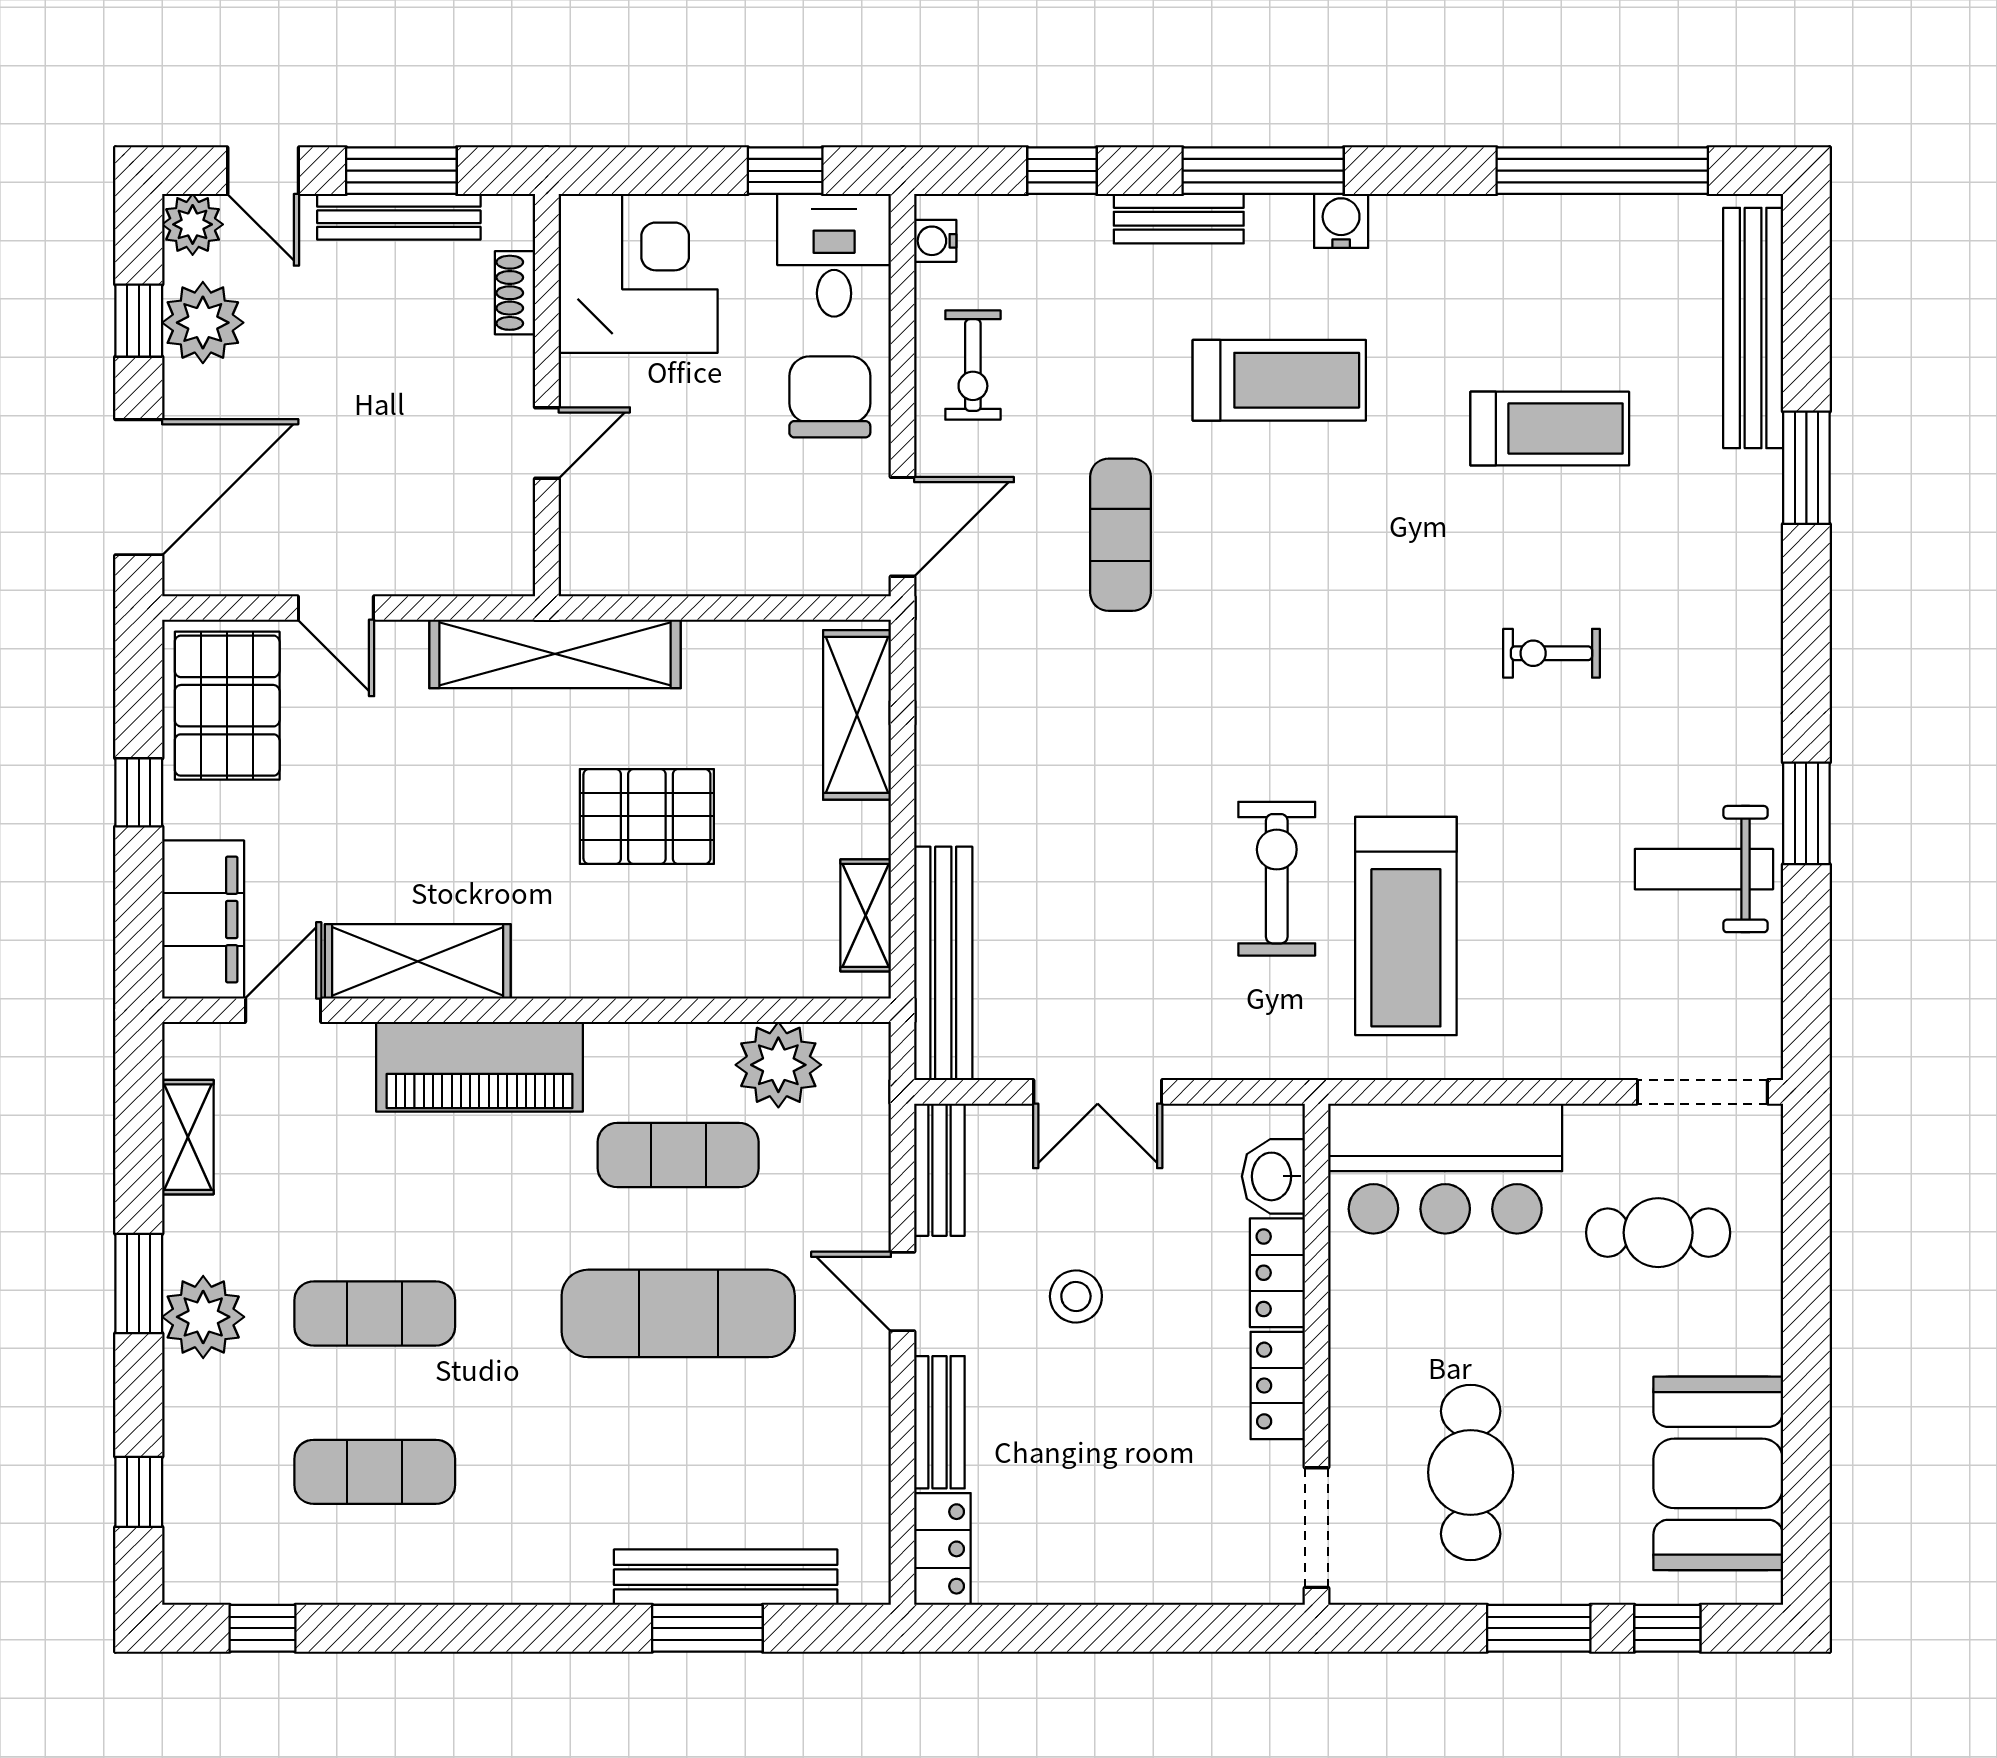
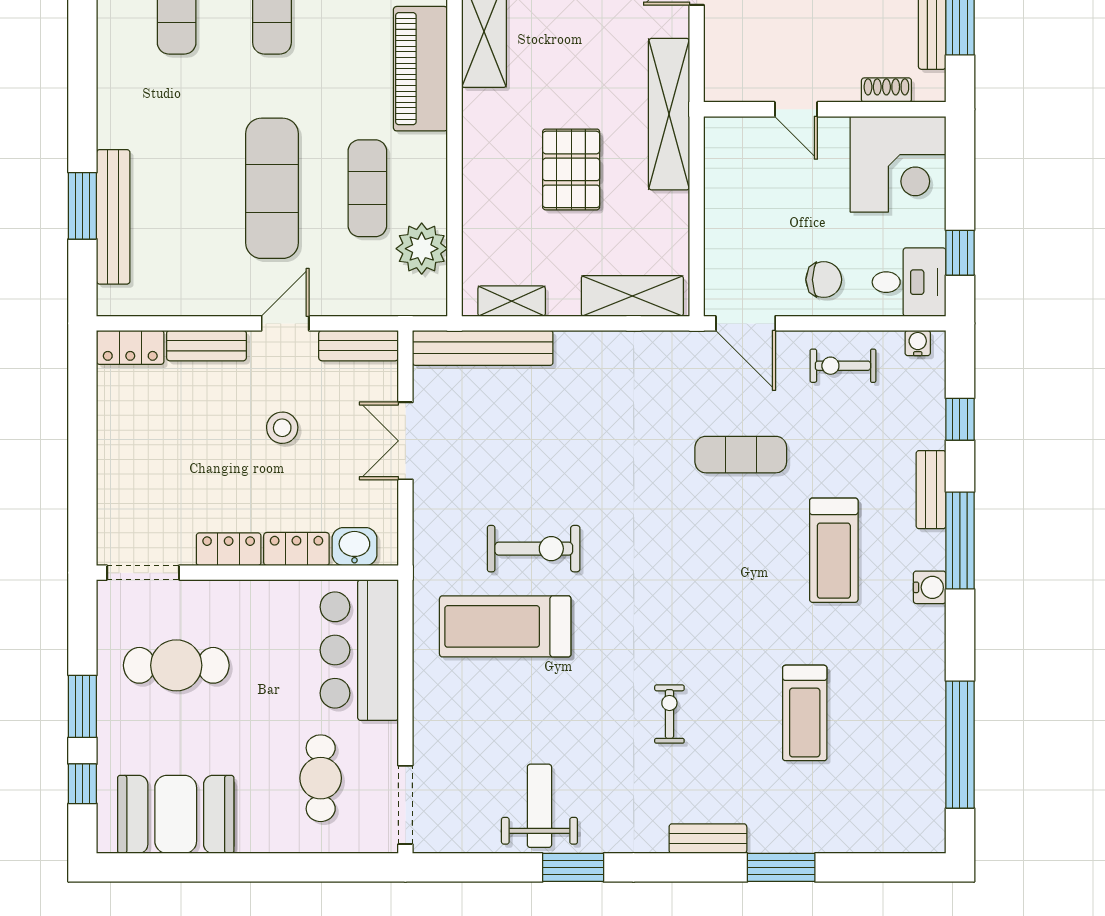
bench: (1753, 328) -> (708, 839), moved, width x0.54, depth x0.82
chair: (830, 397) -> (824, 280), width x0.73, depth x0.73

